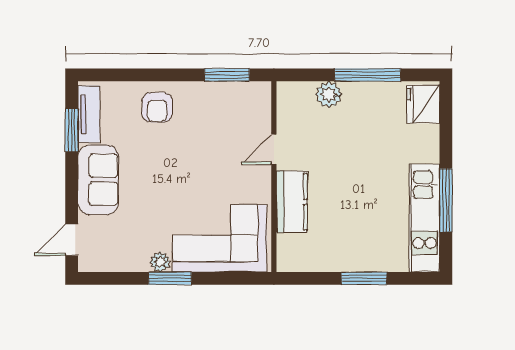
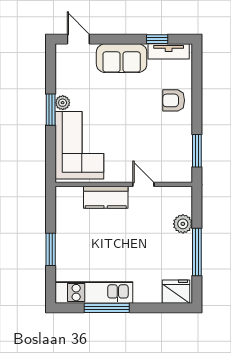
window: (72, 130) -> (157, 39), width x0.67

